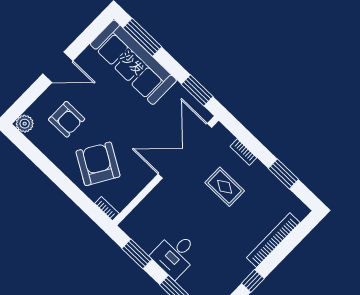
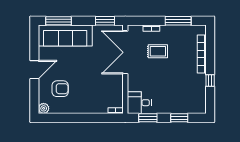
armchair: (98, 164) -> (93, 95), removed
window: (283, 174) -> (178, 21), width x1.44
desk: (175, 255) -> (139, 103), moved, turned 90

